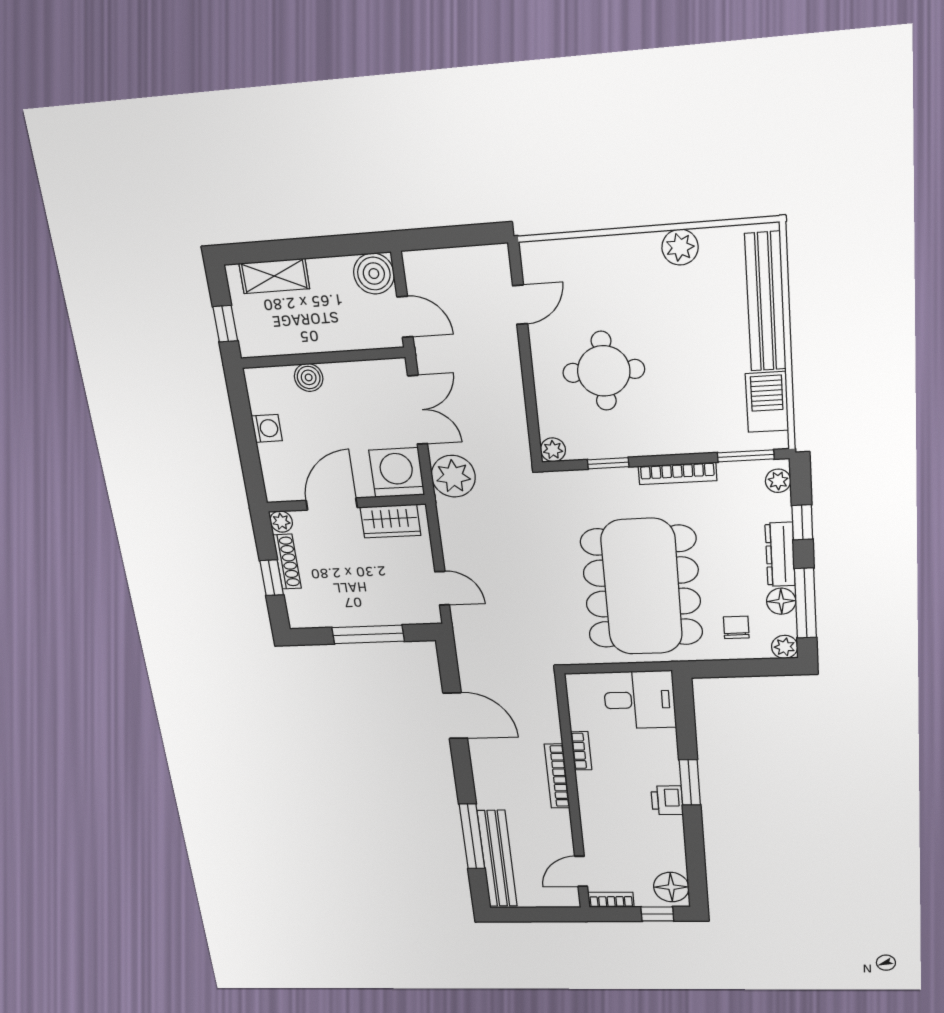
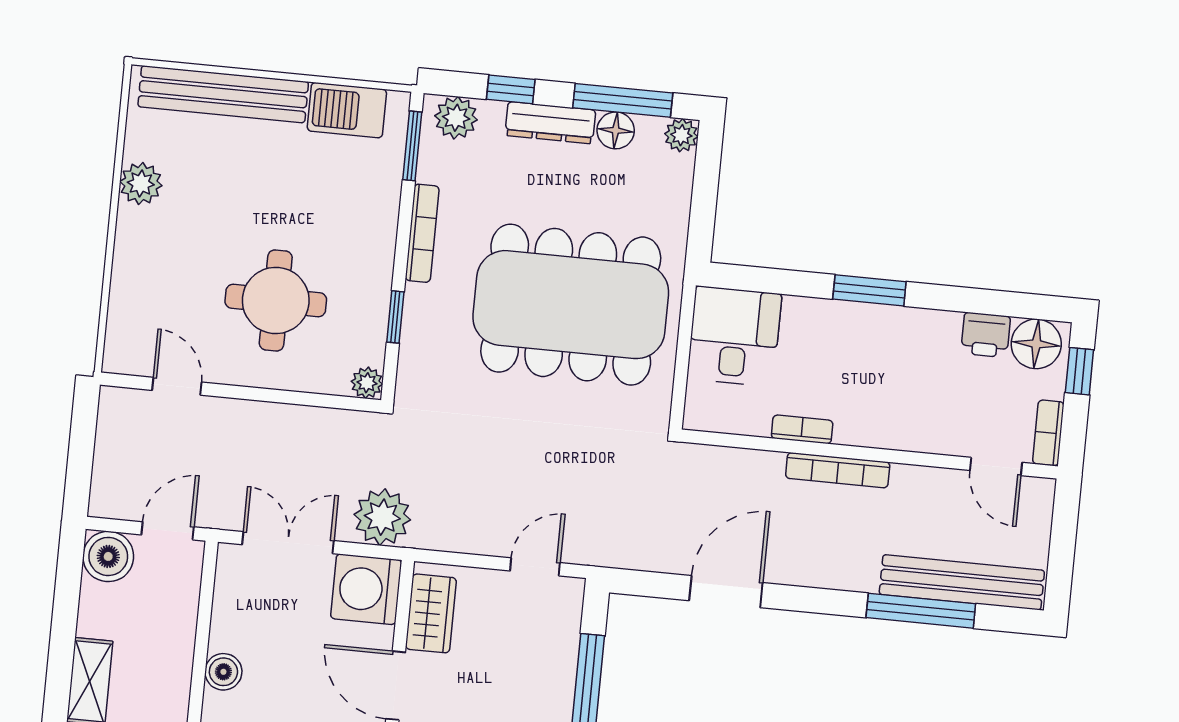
plant: (778, 481) -> (456, 118), width x1.38, depth x1.38
chair: (736, 627) -> (645, 193), removed
printer: (667, 800) -> (986, 335), moved

